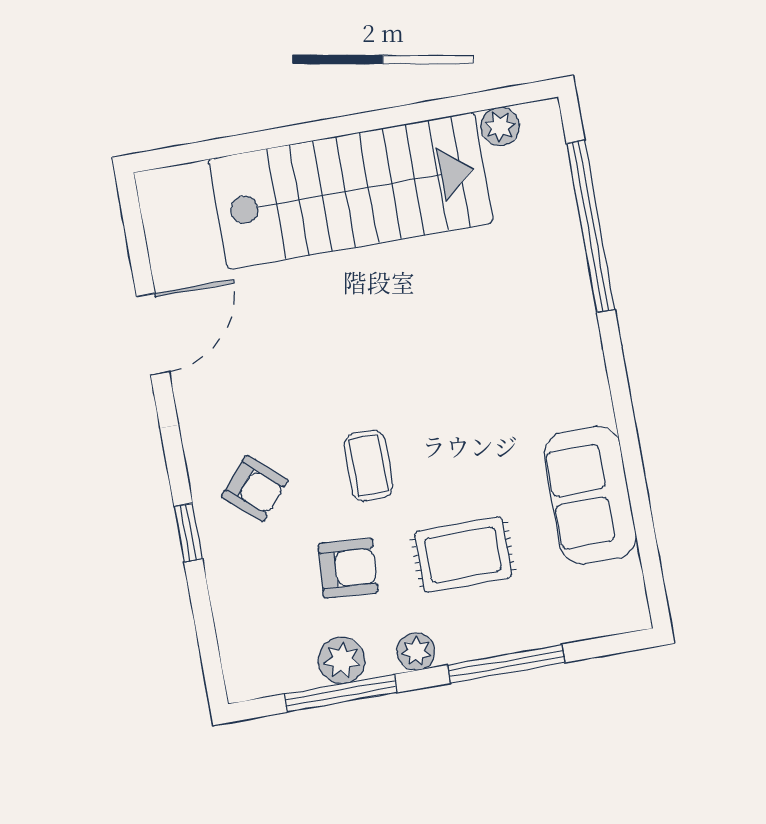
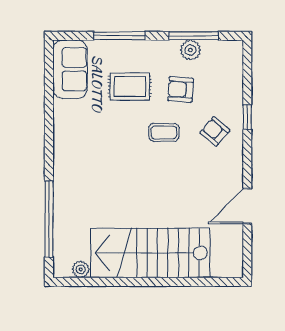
coffee table: (369, 466) -> (164, 132), turned 90
sofa: (590, 495) -> (70, 69), moved
plant: (416, 652) -> (158, 48), removed

